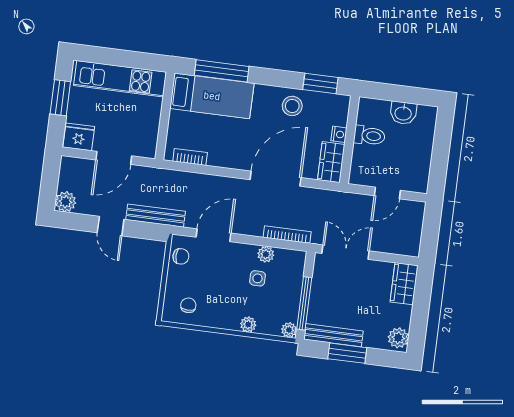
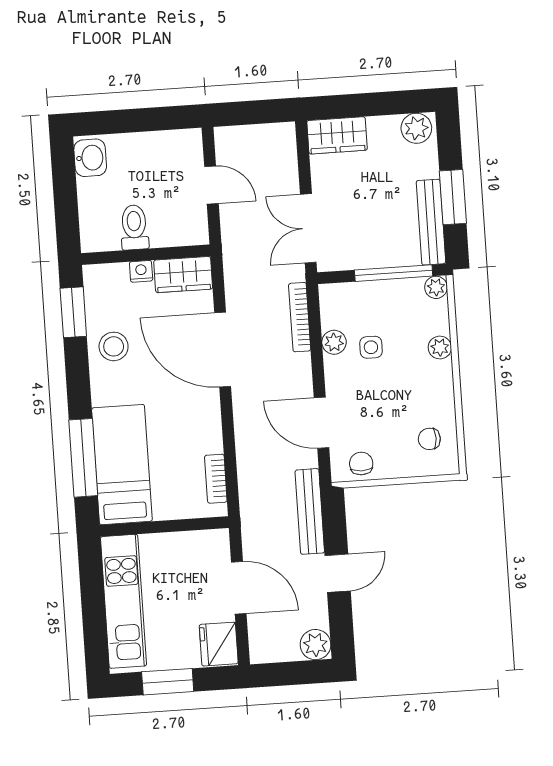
washbasin: (403, 113) -> (90, 158), moved

